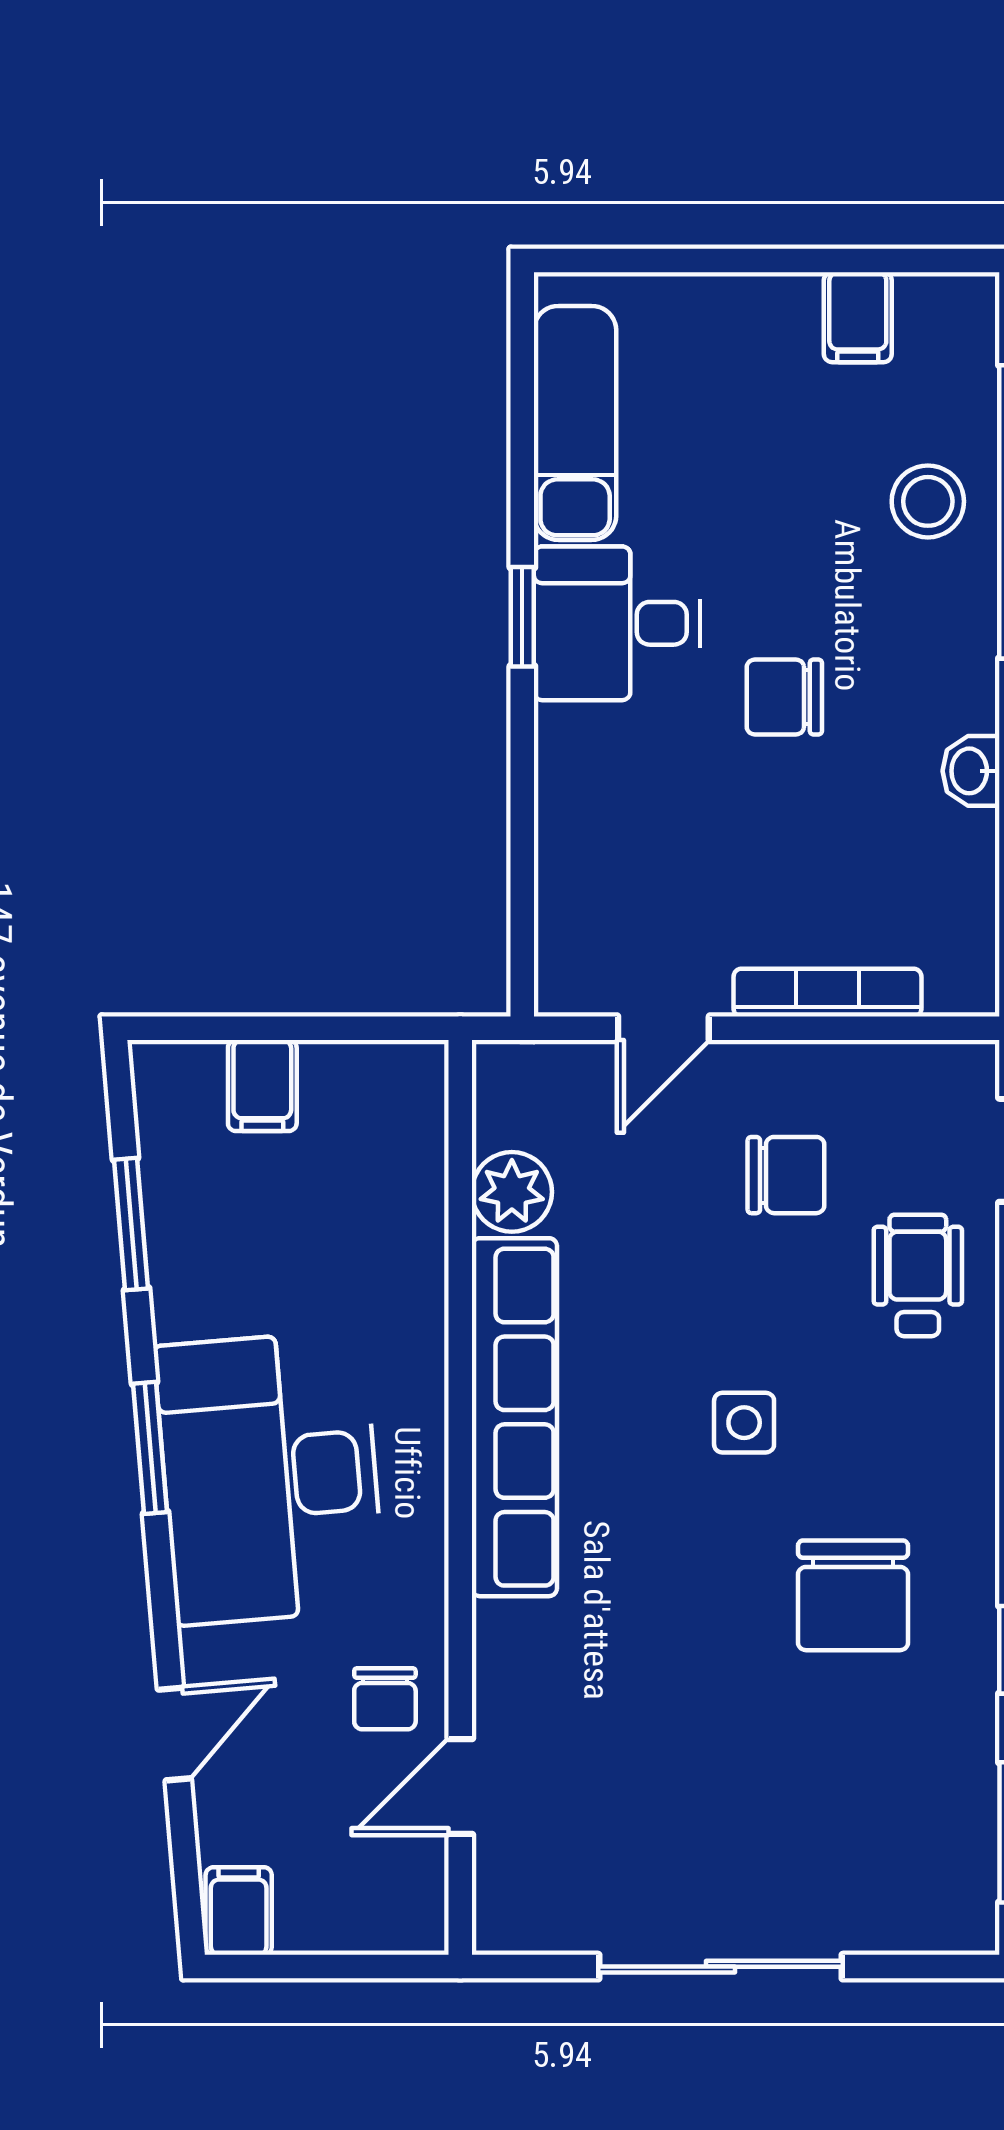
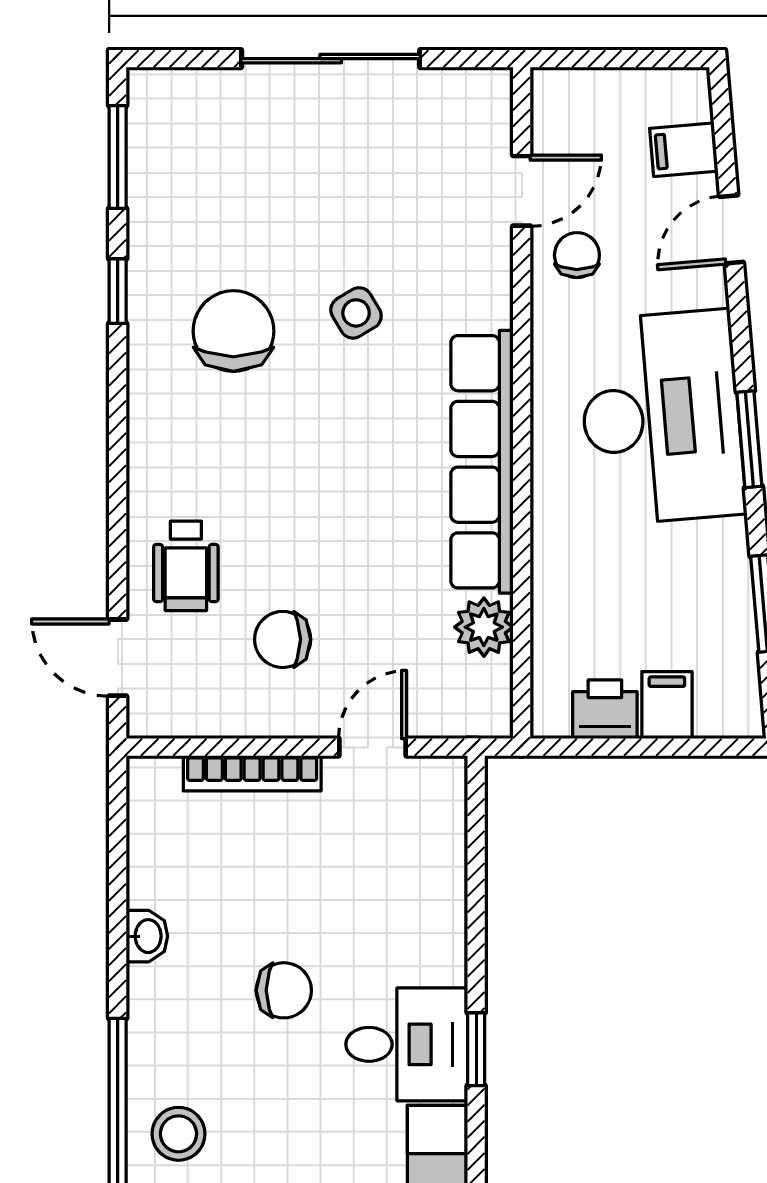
printer: (347, 1080) -> (605, 709), added
side table: (744, 1423) -> (356, 313), moved, turned -31
filing cabinet: (239, 1911) -> (684, 150), moved, turned 85

